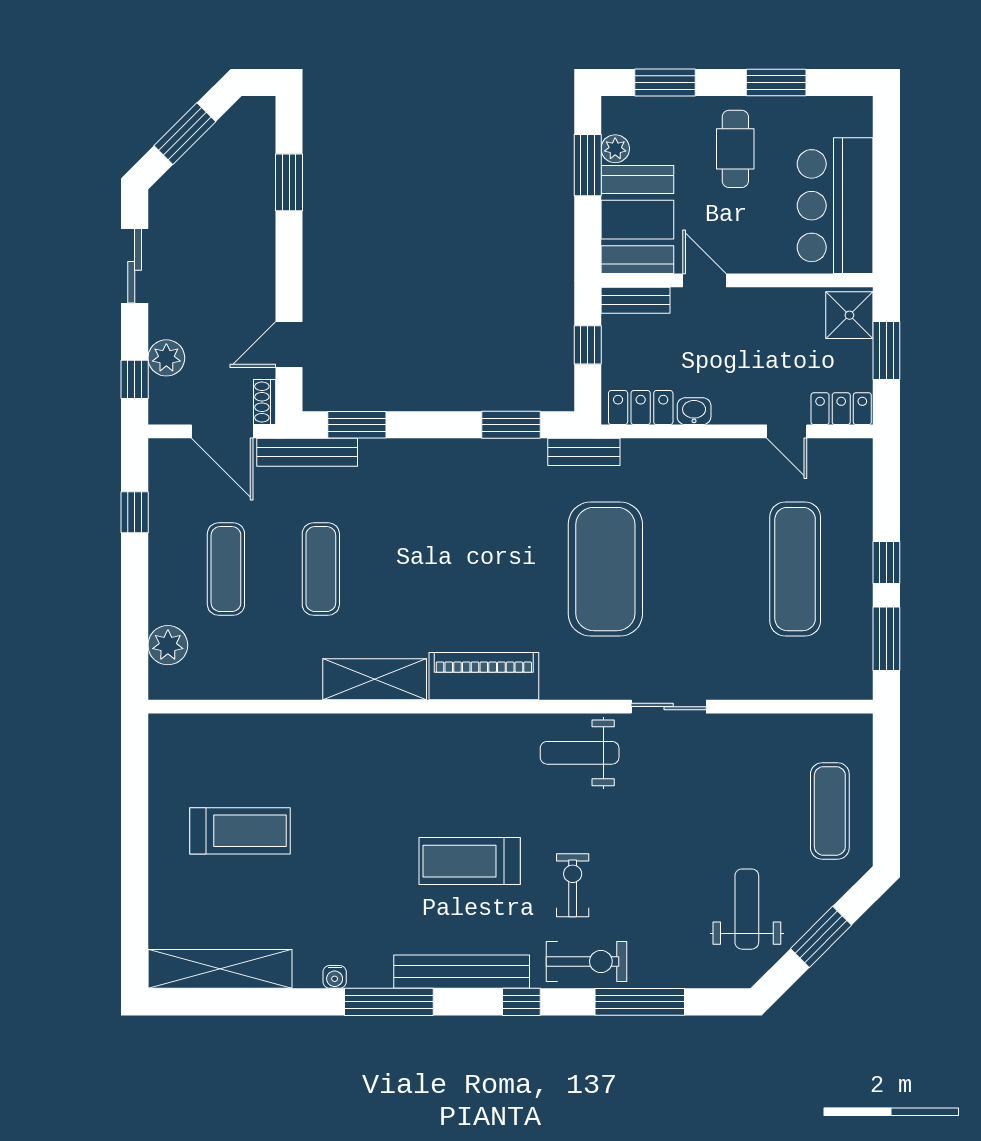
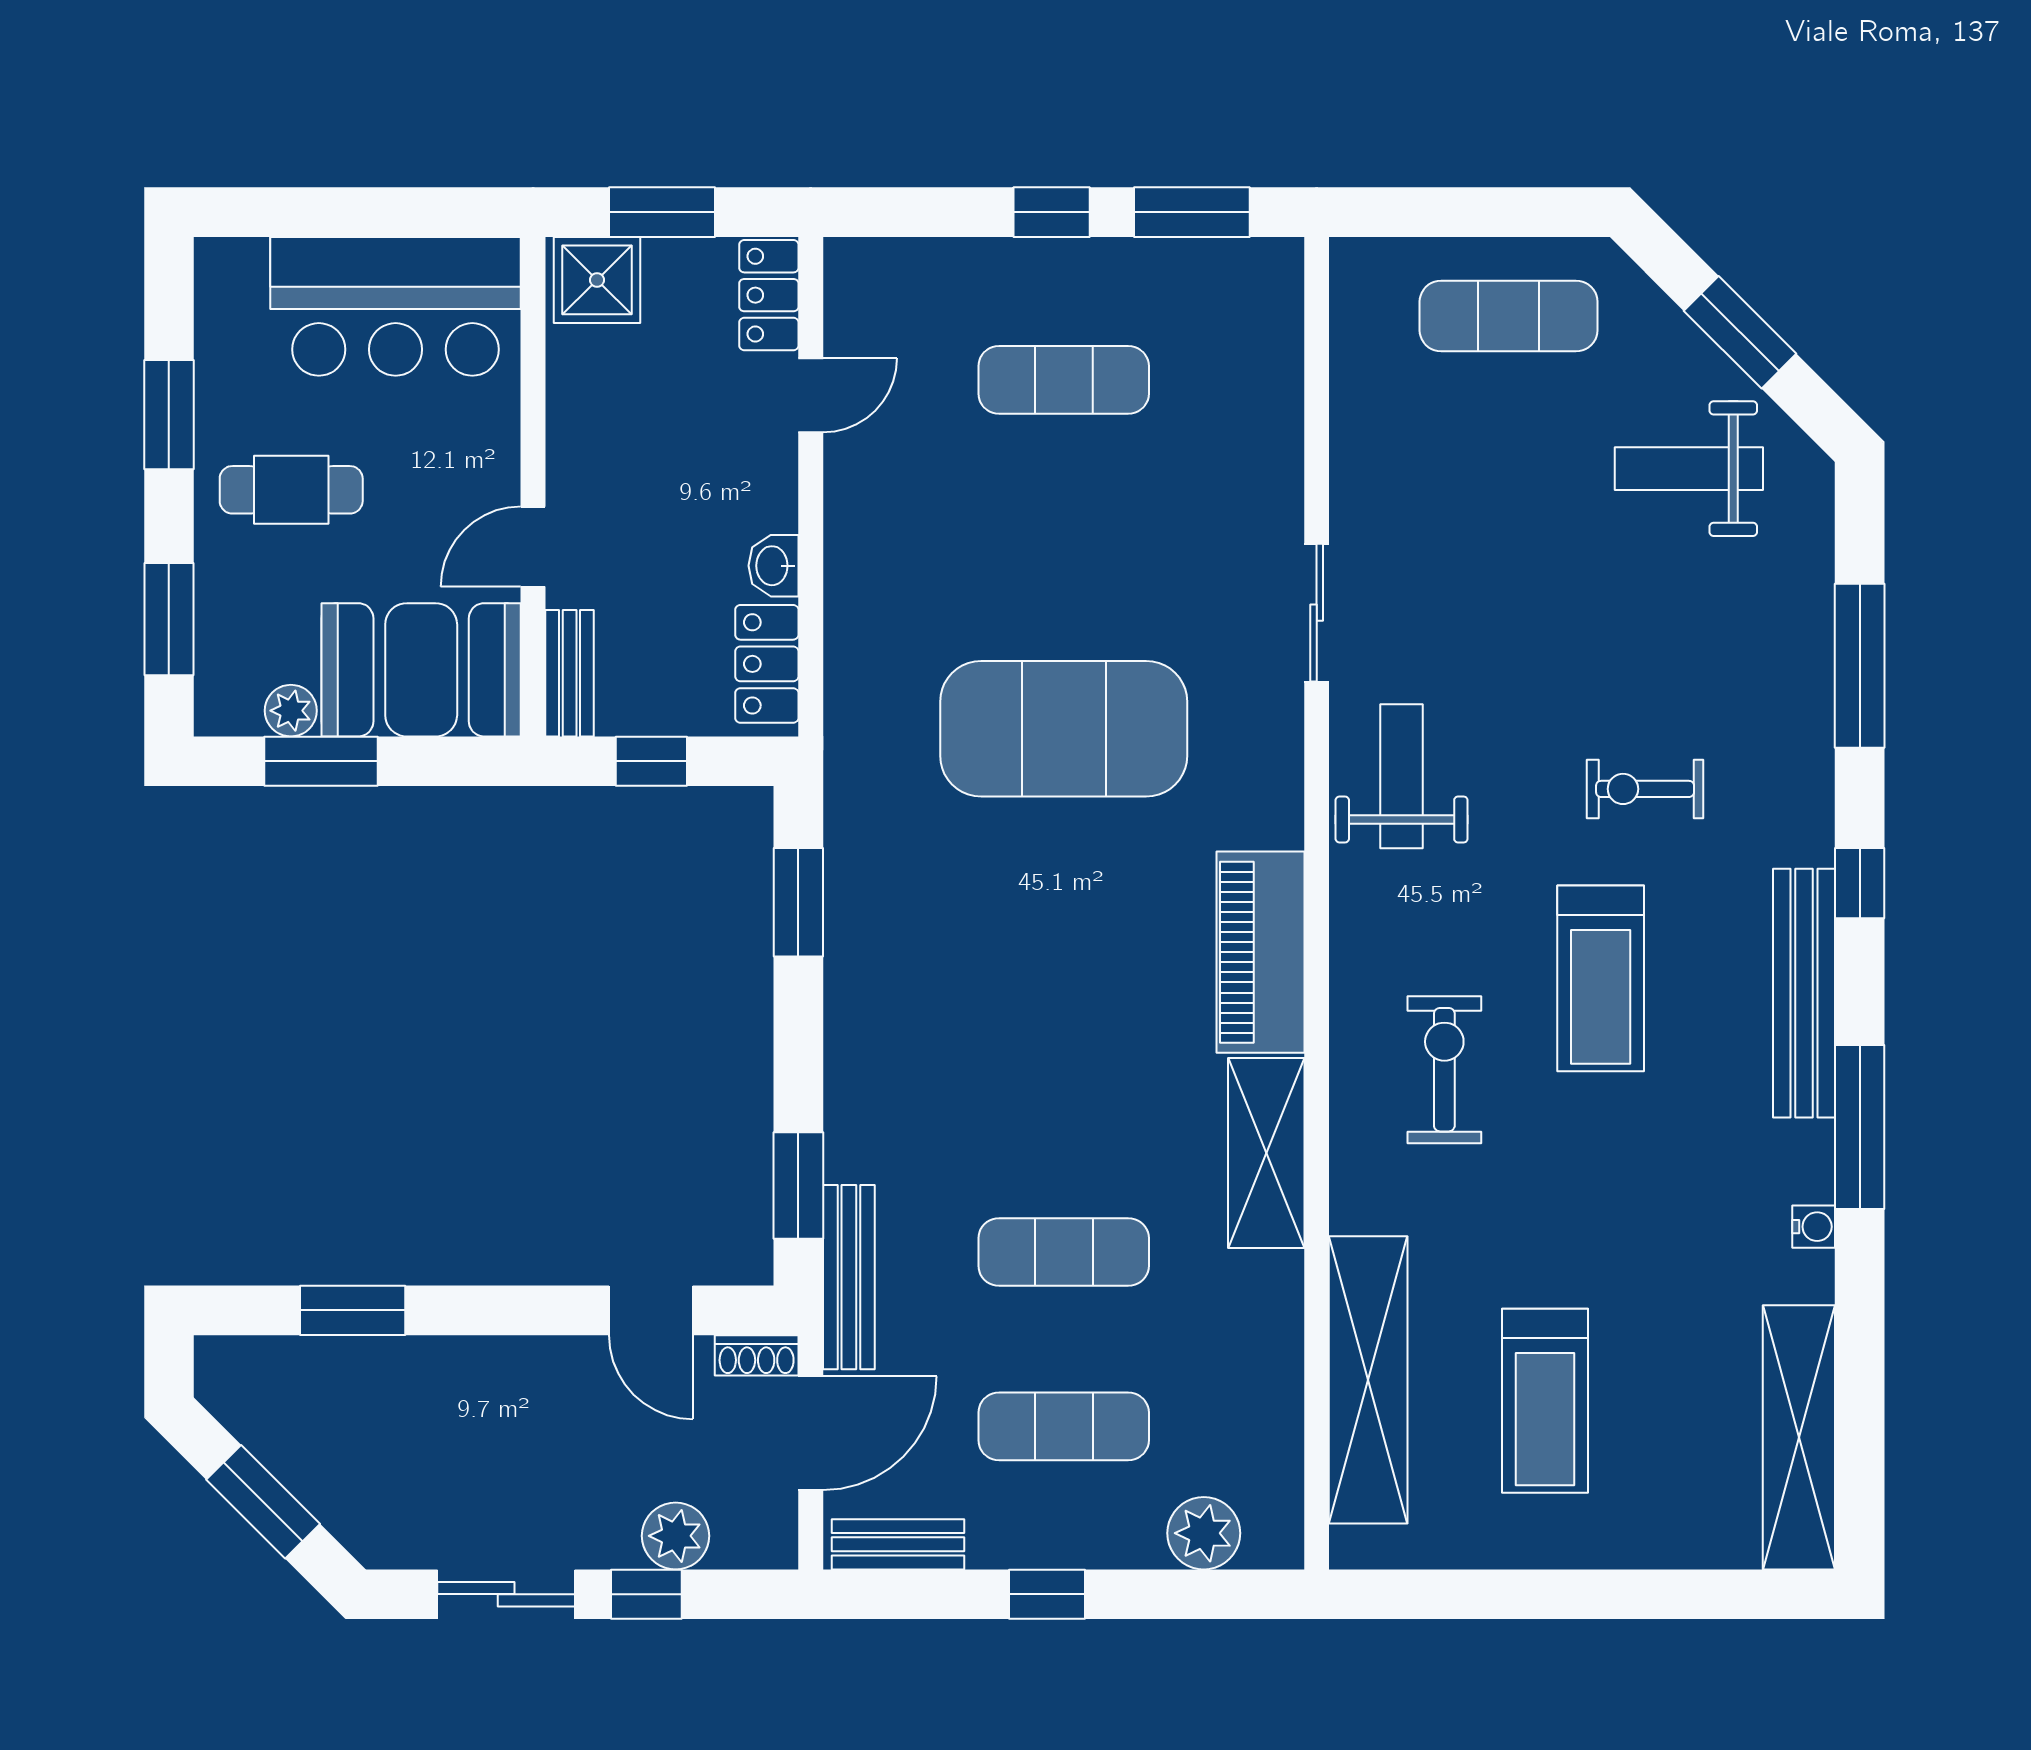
window: (135, 379) -> (646, 1594), moved
bench: (584, 452) -> (898, 1544), moved, turned 90
window: (135, 512) -> (1047, 1594), moved
exercise mat: (795, 569) -> (1064, 380), width x0.73, depth x0.69
shelving: (251, 735) -> (1368, 1380), added
weight bench: (580, 753) -> (1402, 776), turned 180
treadmill: (240, 831) -> (1545, 1401), turned 180
exercise bike: (586, 961) -> (1444, 1070), moved

